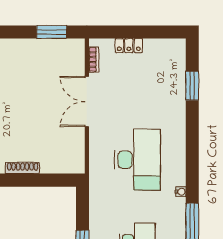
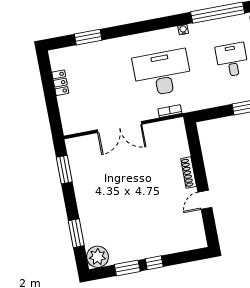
locker: (129, 46) -> (60, 83), moved
bookcase: (94, 60) -> (170, 111), moved

